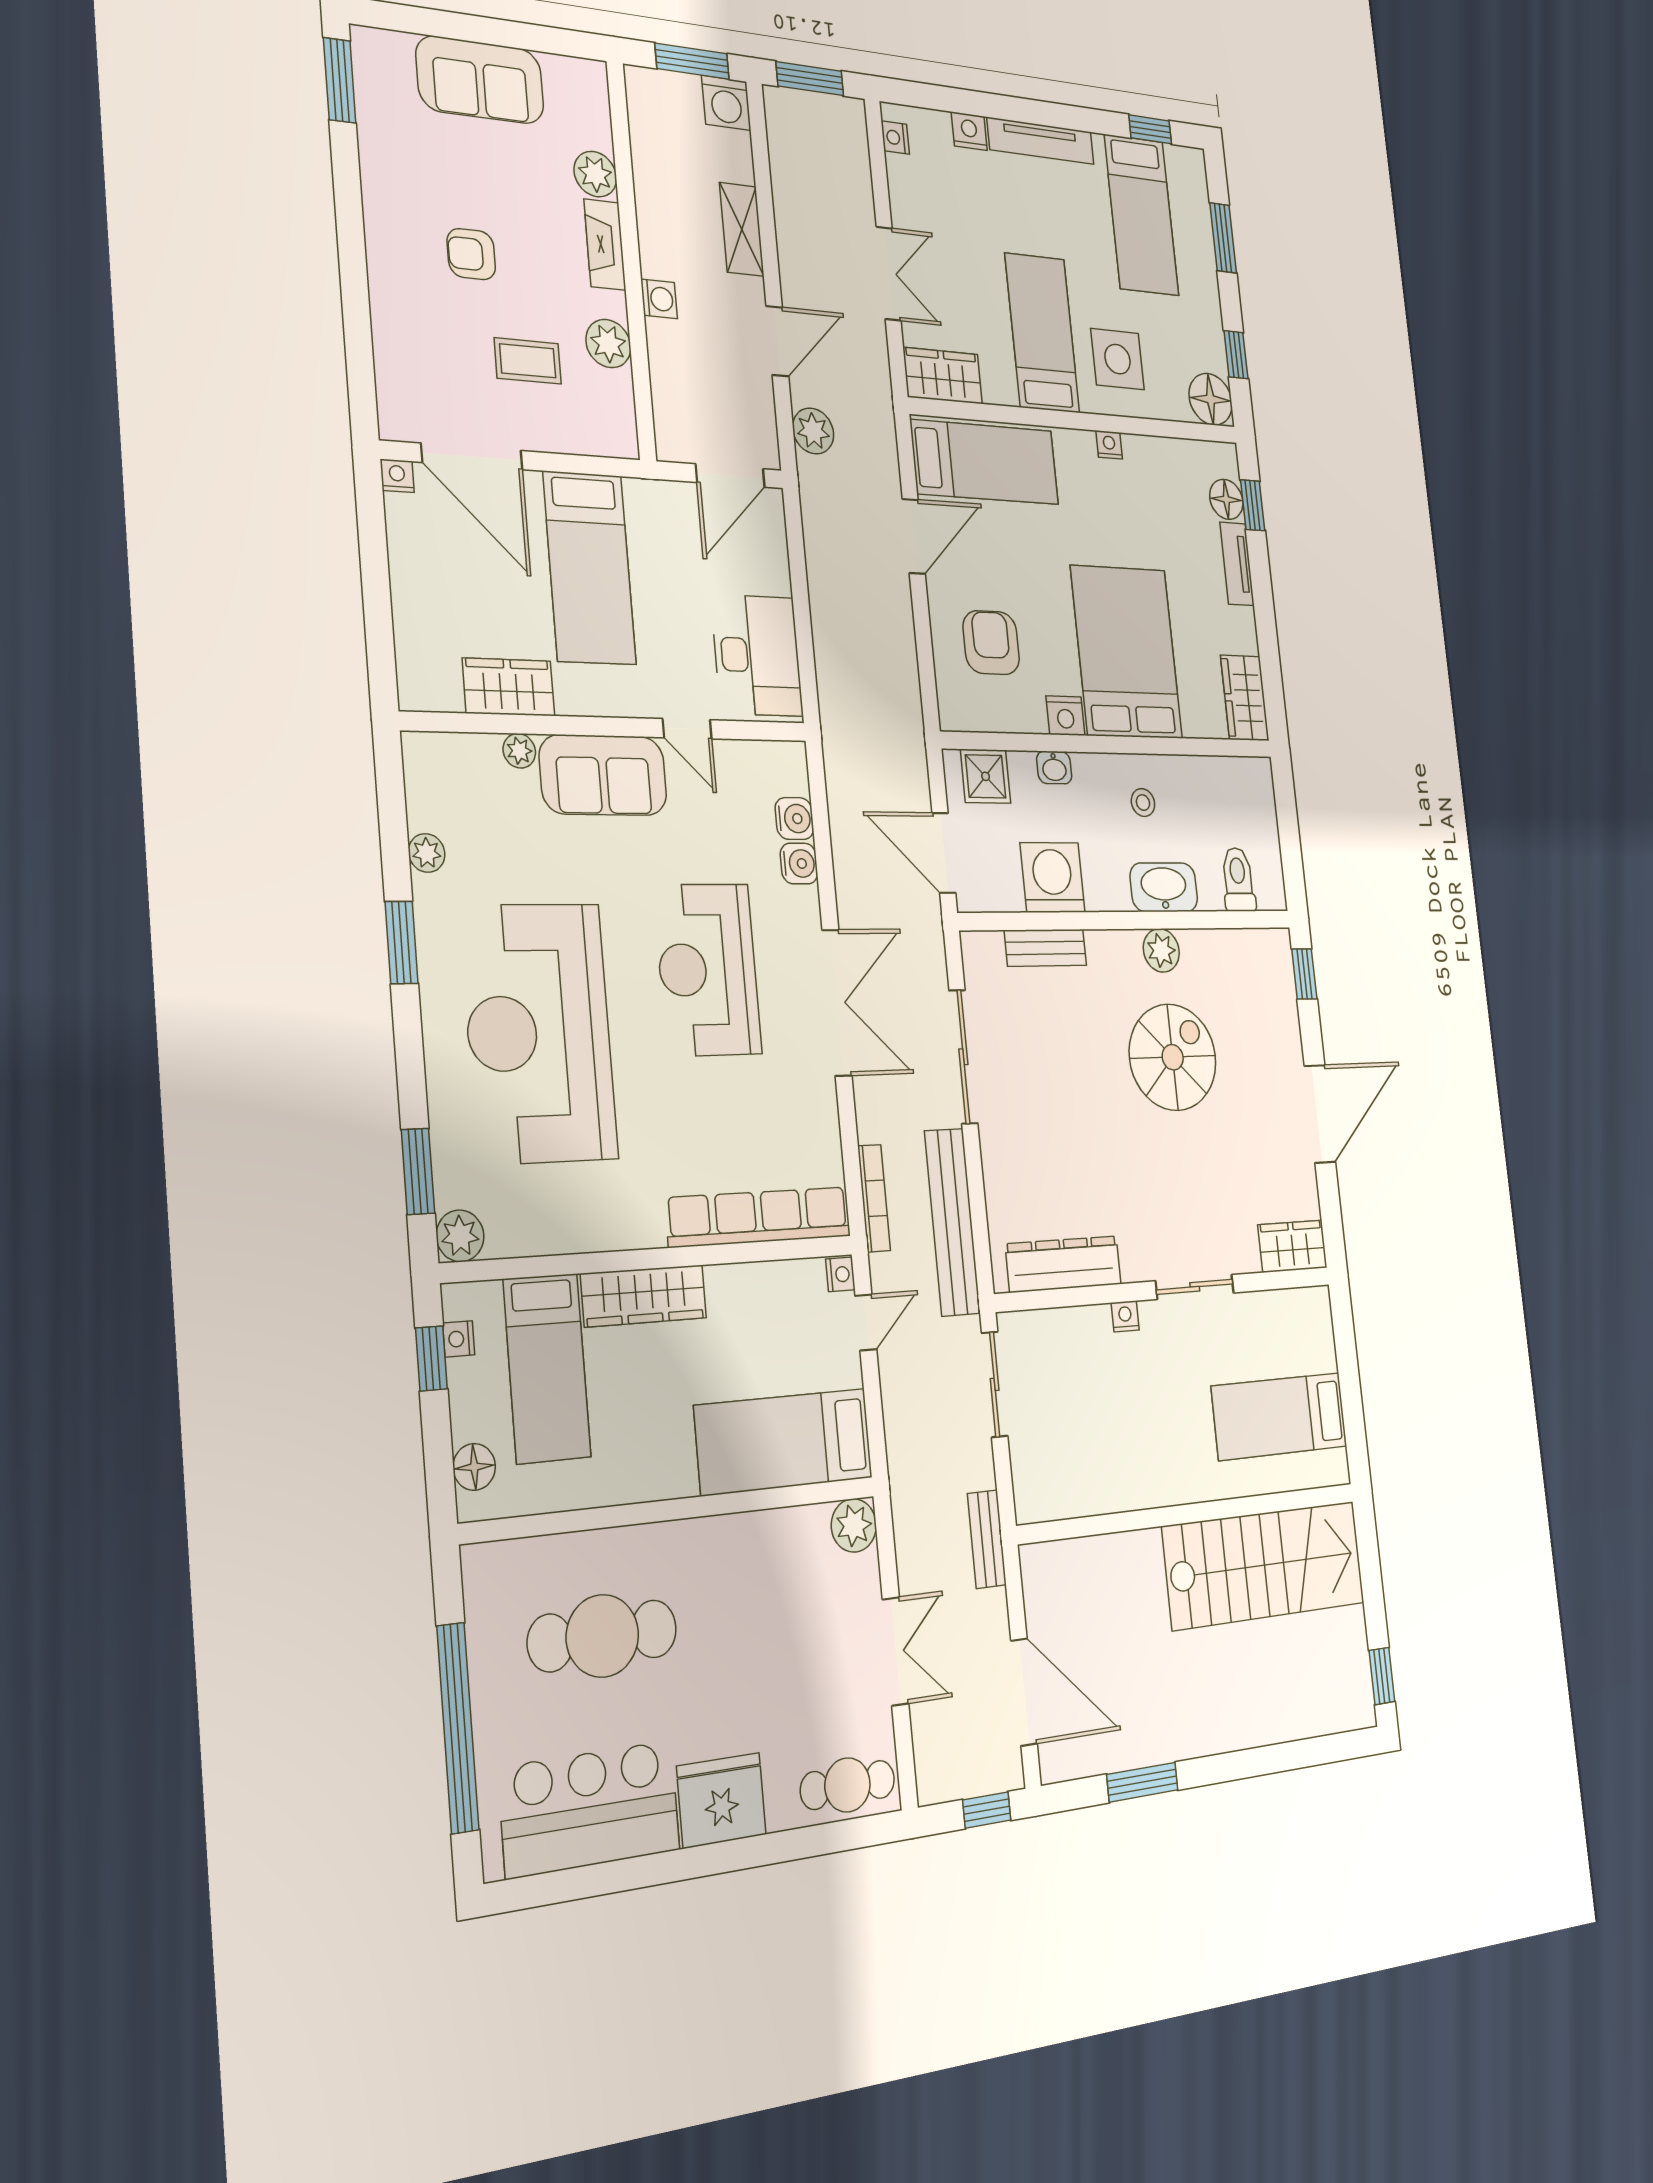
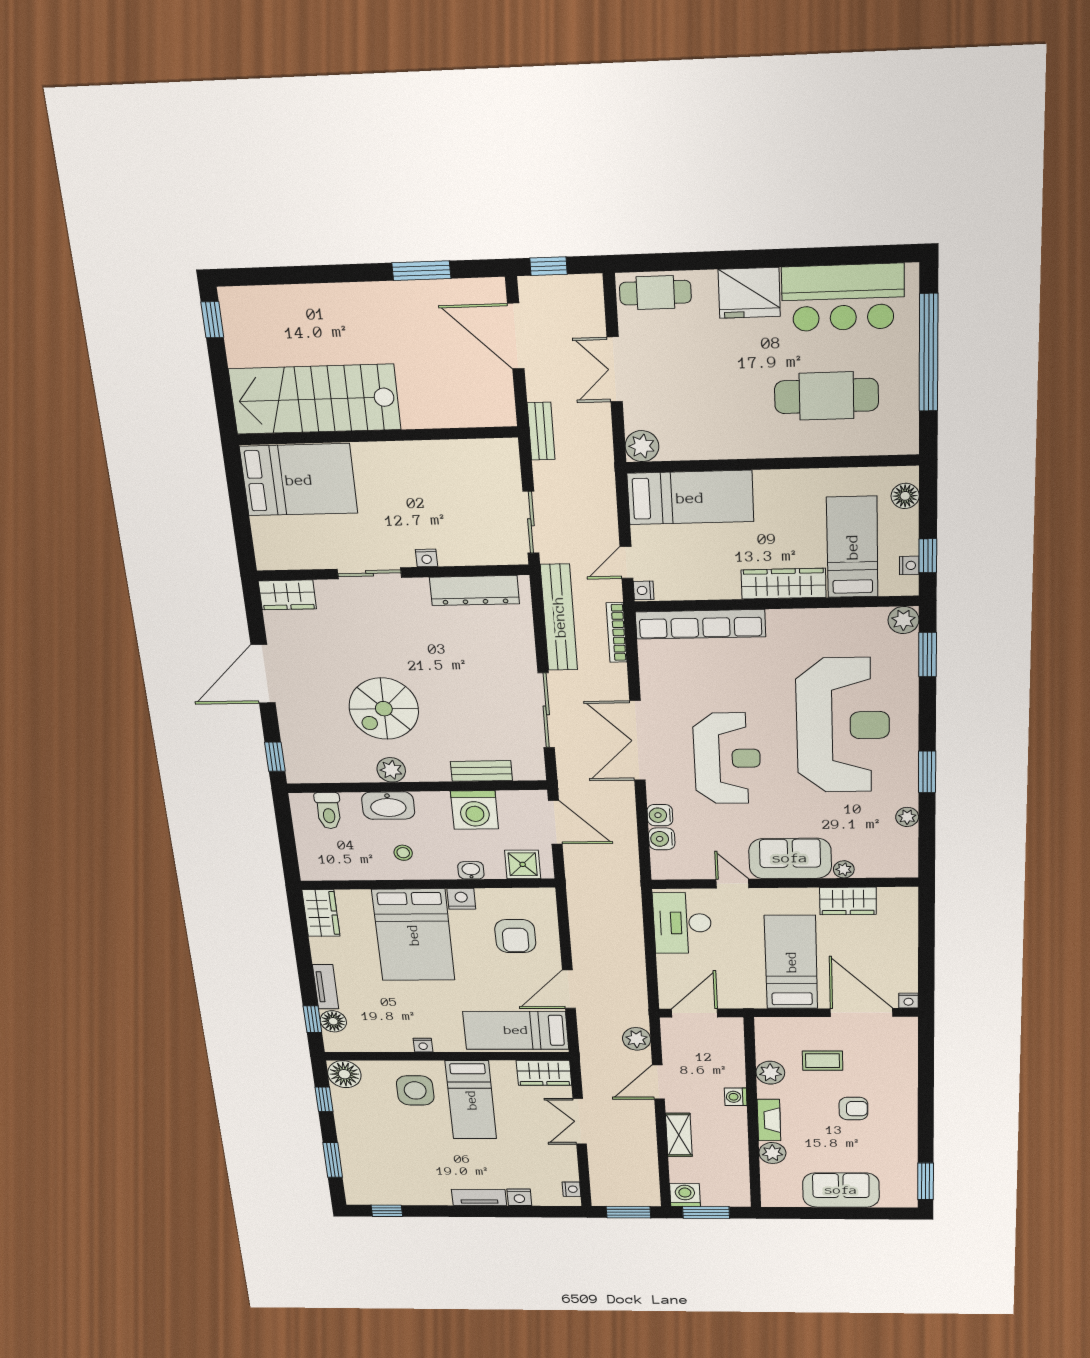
tv unit: (1041, 141) -> (479, 1197), width x0.71
bed: (1141, 215) -> (395, 1166), removed
bed: (1279, 1416) -> (299, 480), width x1.50

